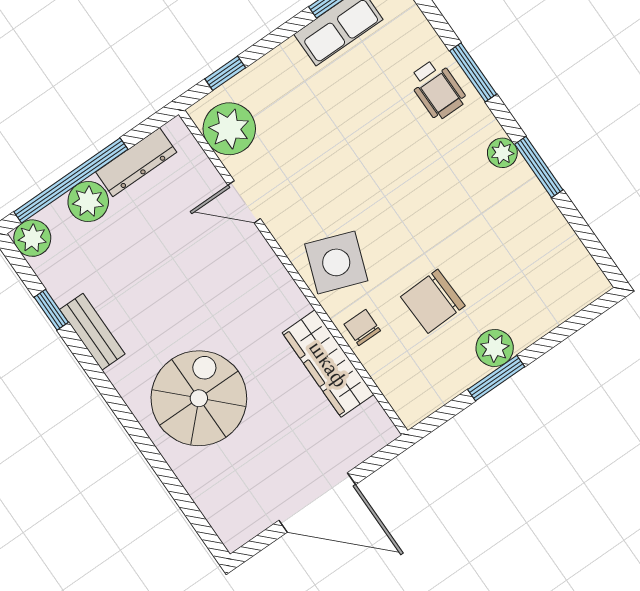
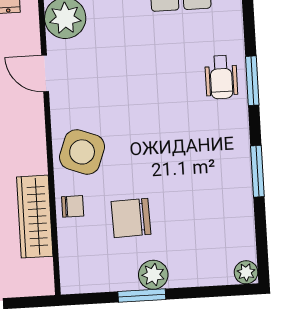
plant: (502, 153) -> (246, 272), moved
chair: (362, 328) -> (73, 206), turned 90

